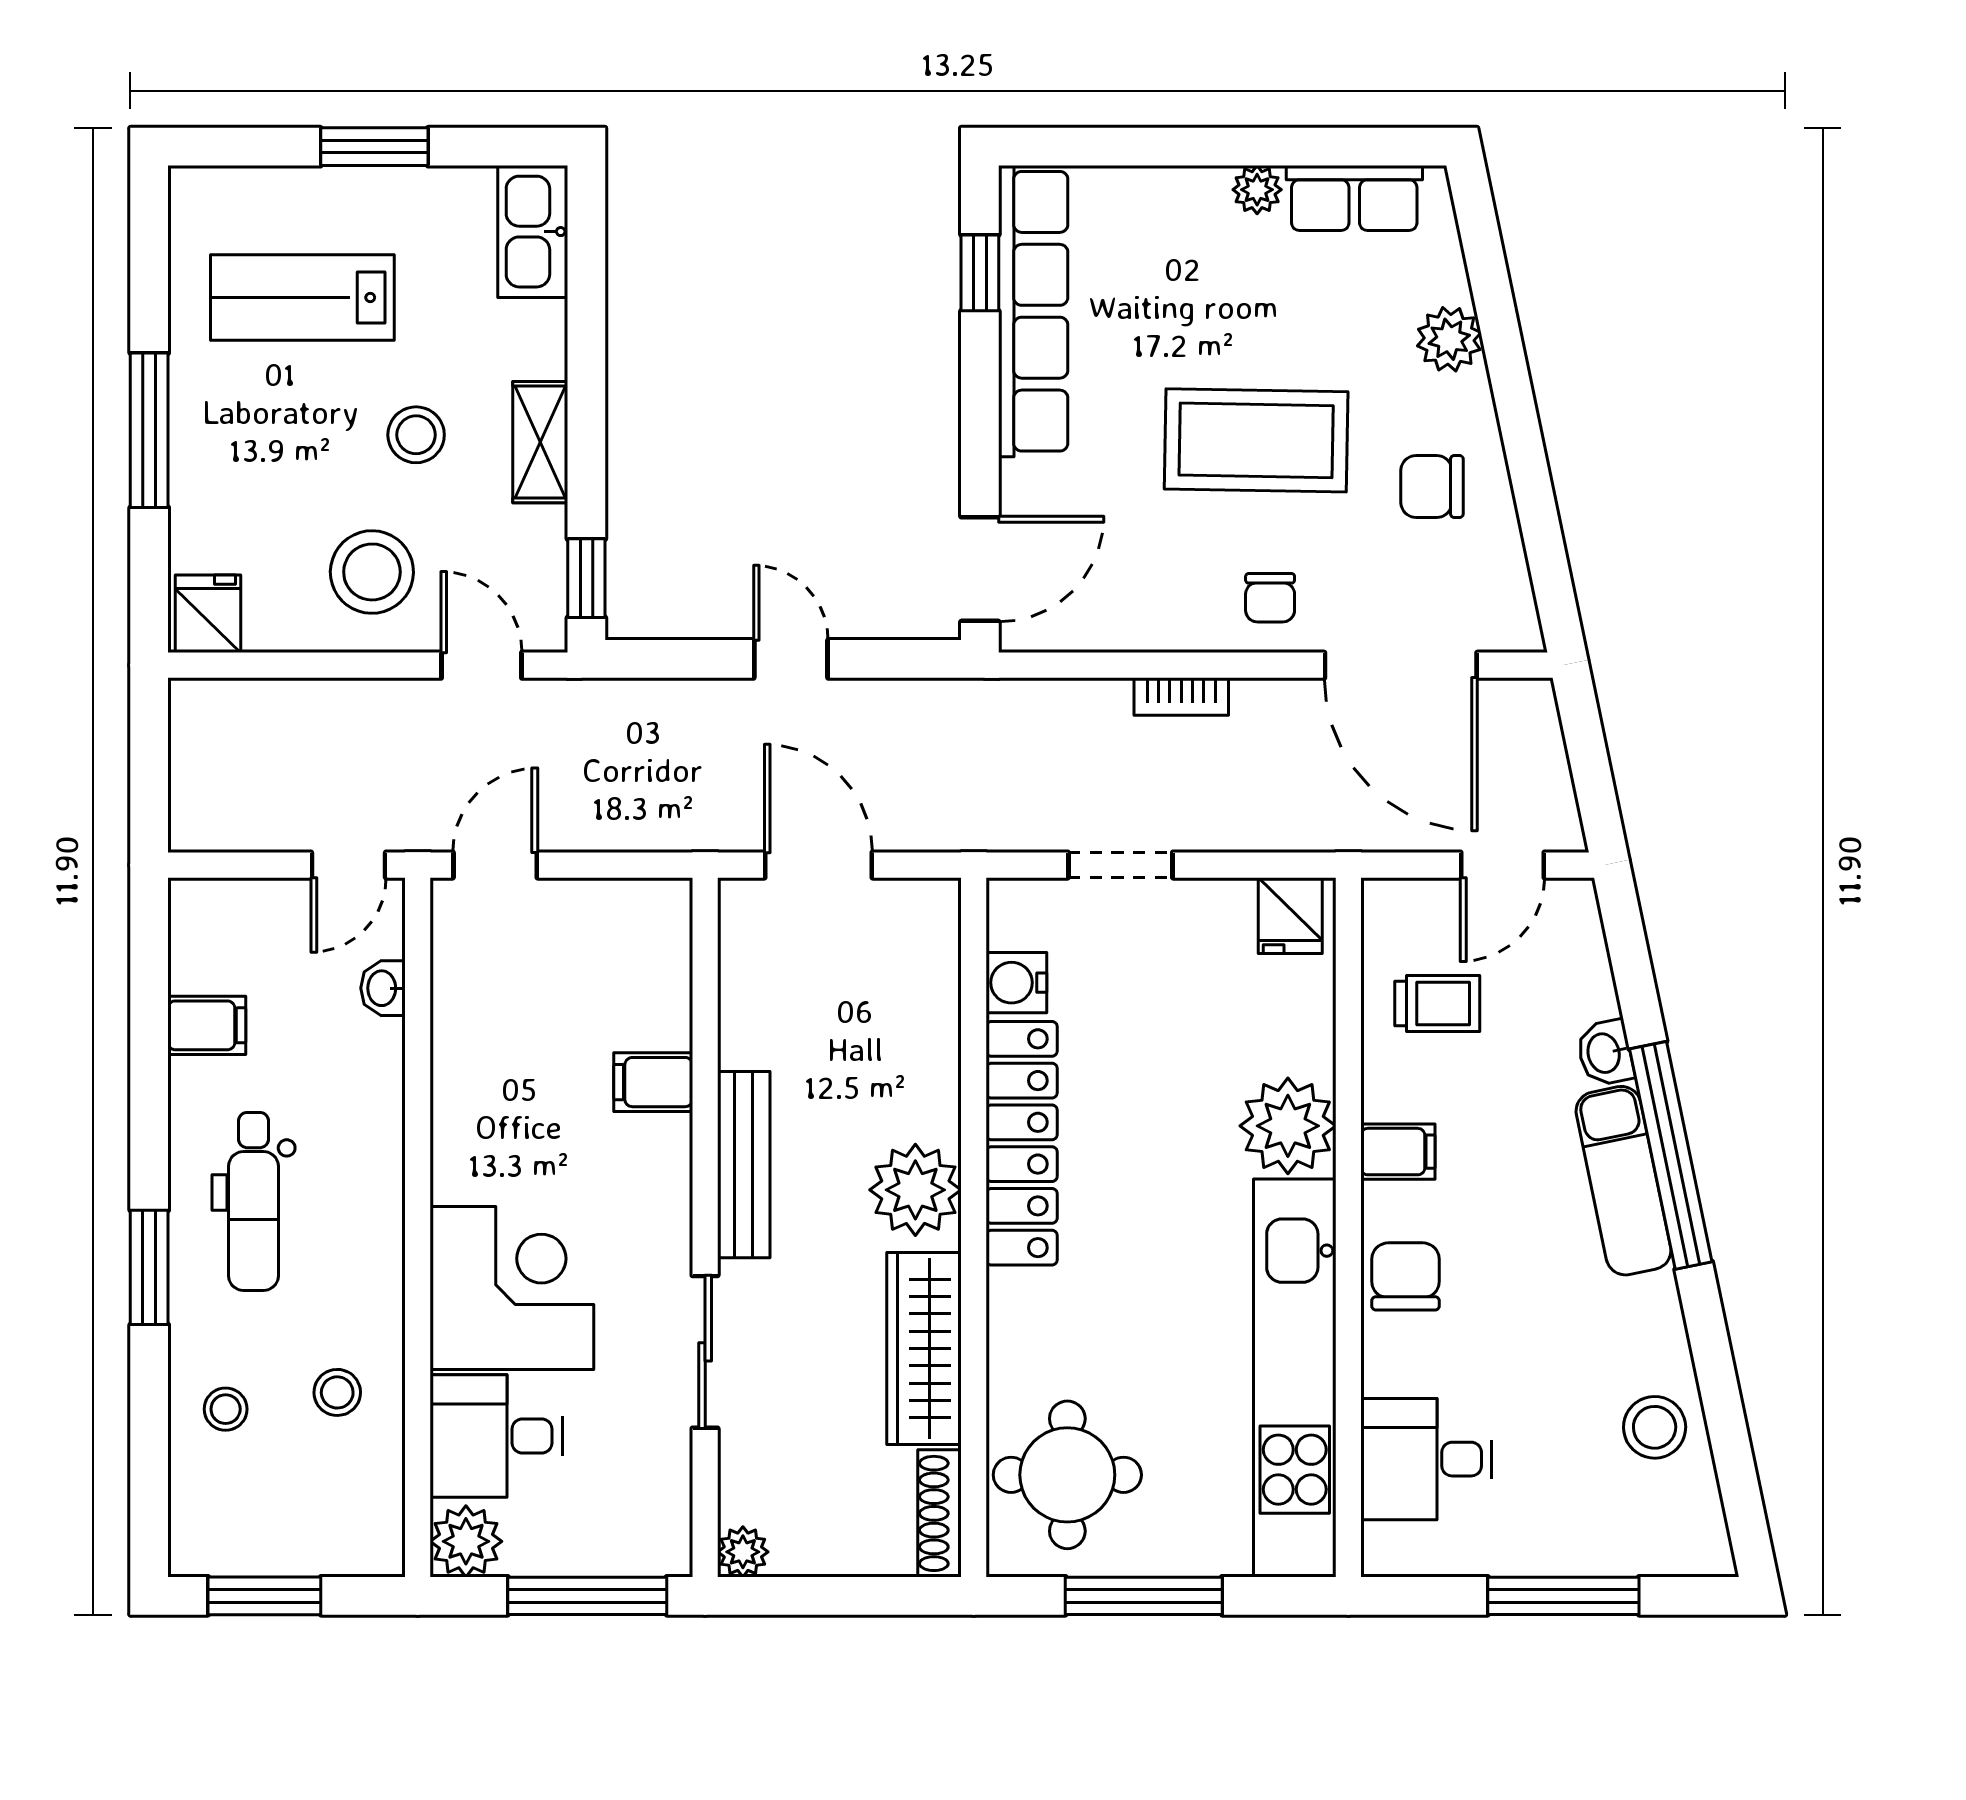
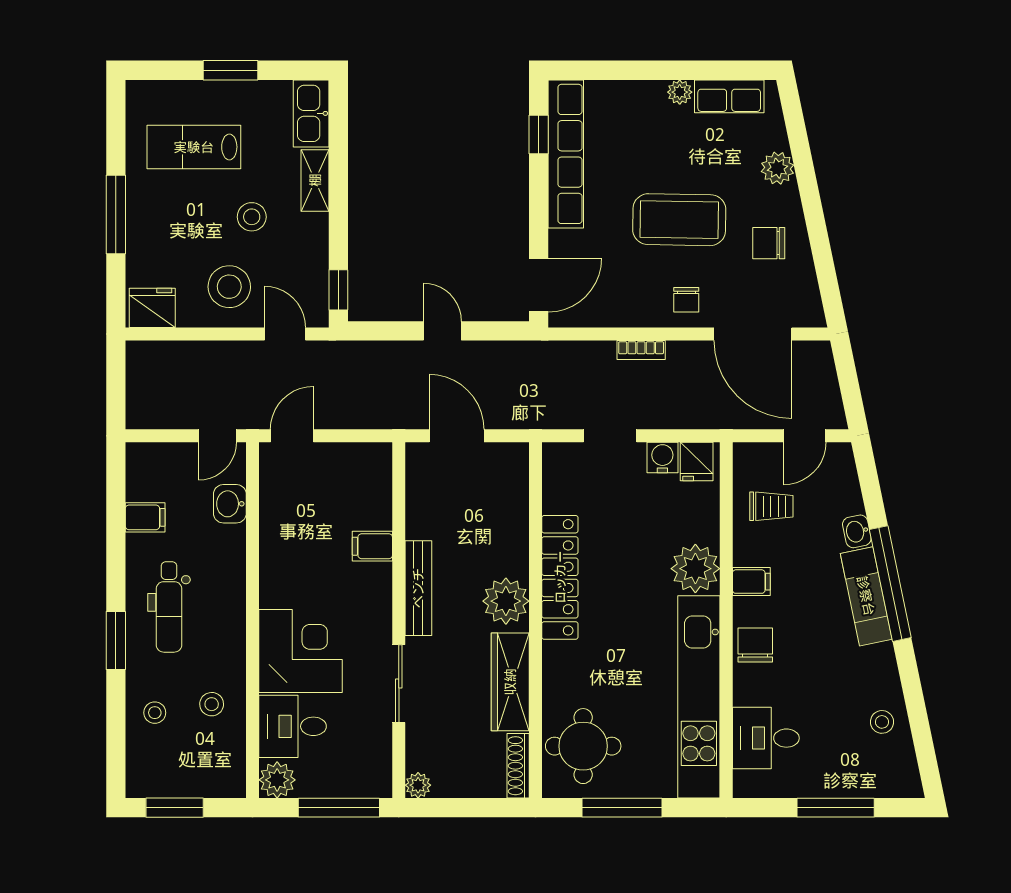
shelving: (540, 442) -> (315, 180), moved
fridge: (208, 614) -> (152, 308), width x1.38
water cooler: (1016, 983) -> (662, 458), moved, turned 90
washbasin: (383, 988) -> (230, 504), width x1.38, depth x1.45
stool: (1655, 1427) -> (882, 722), width x0.73, depth x0.73

